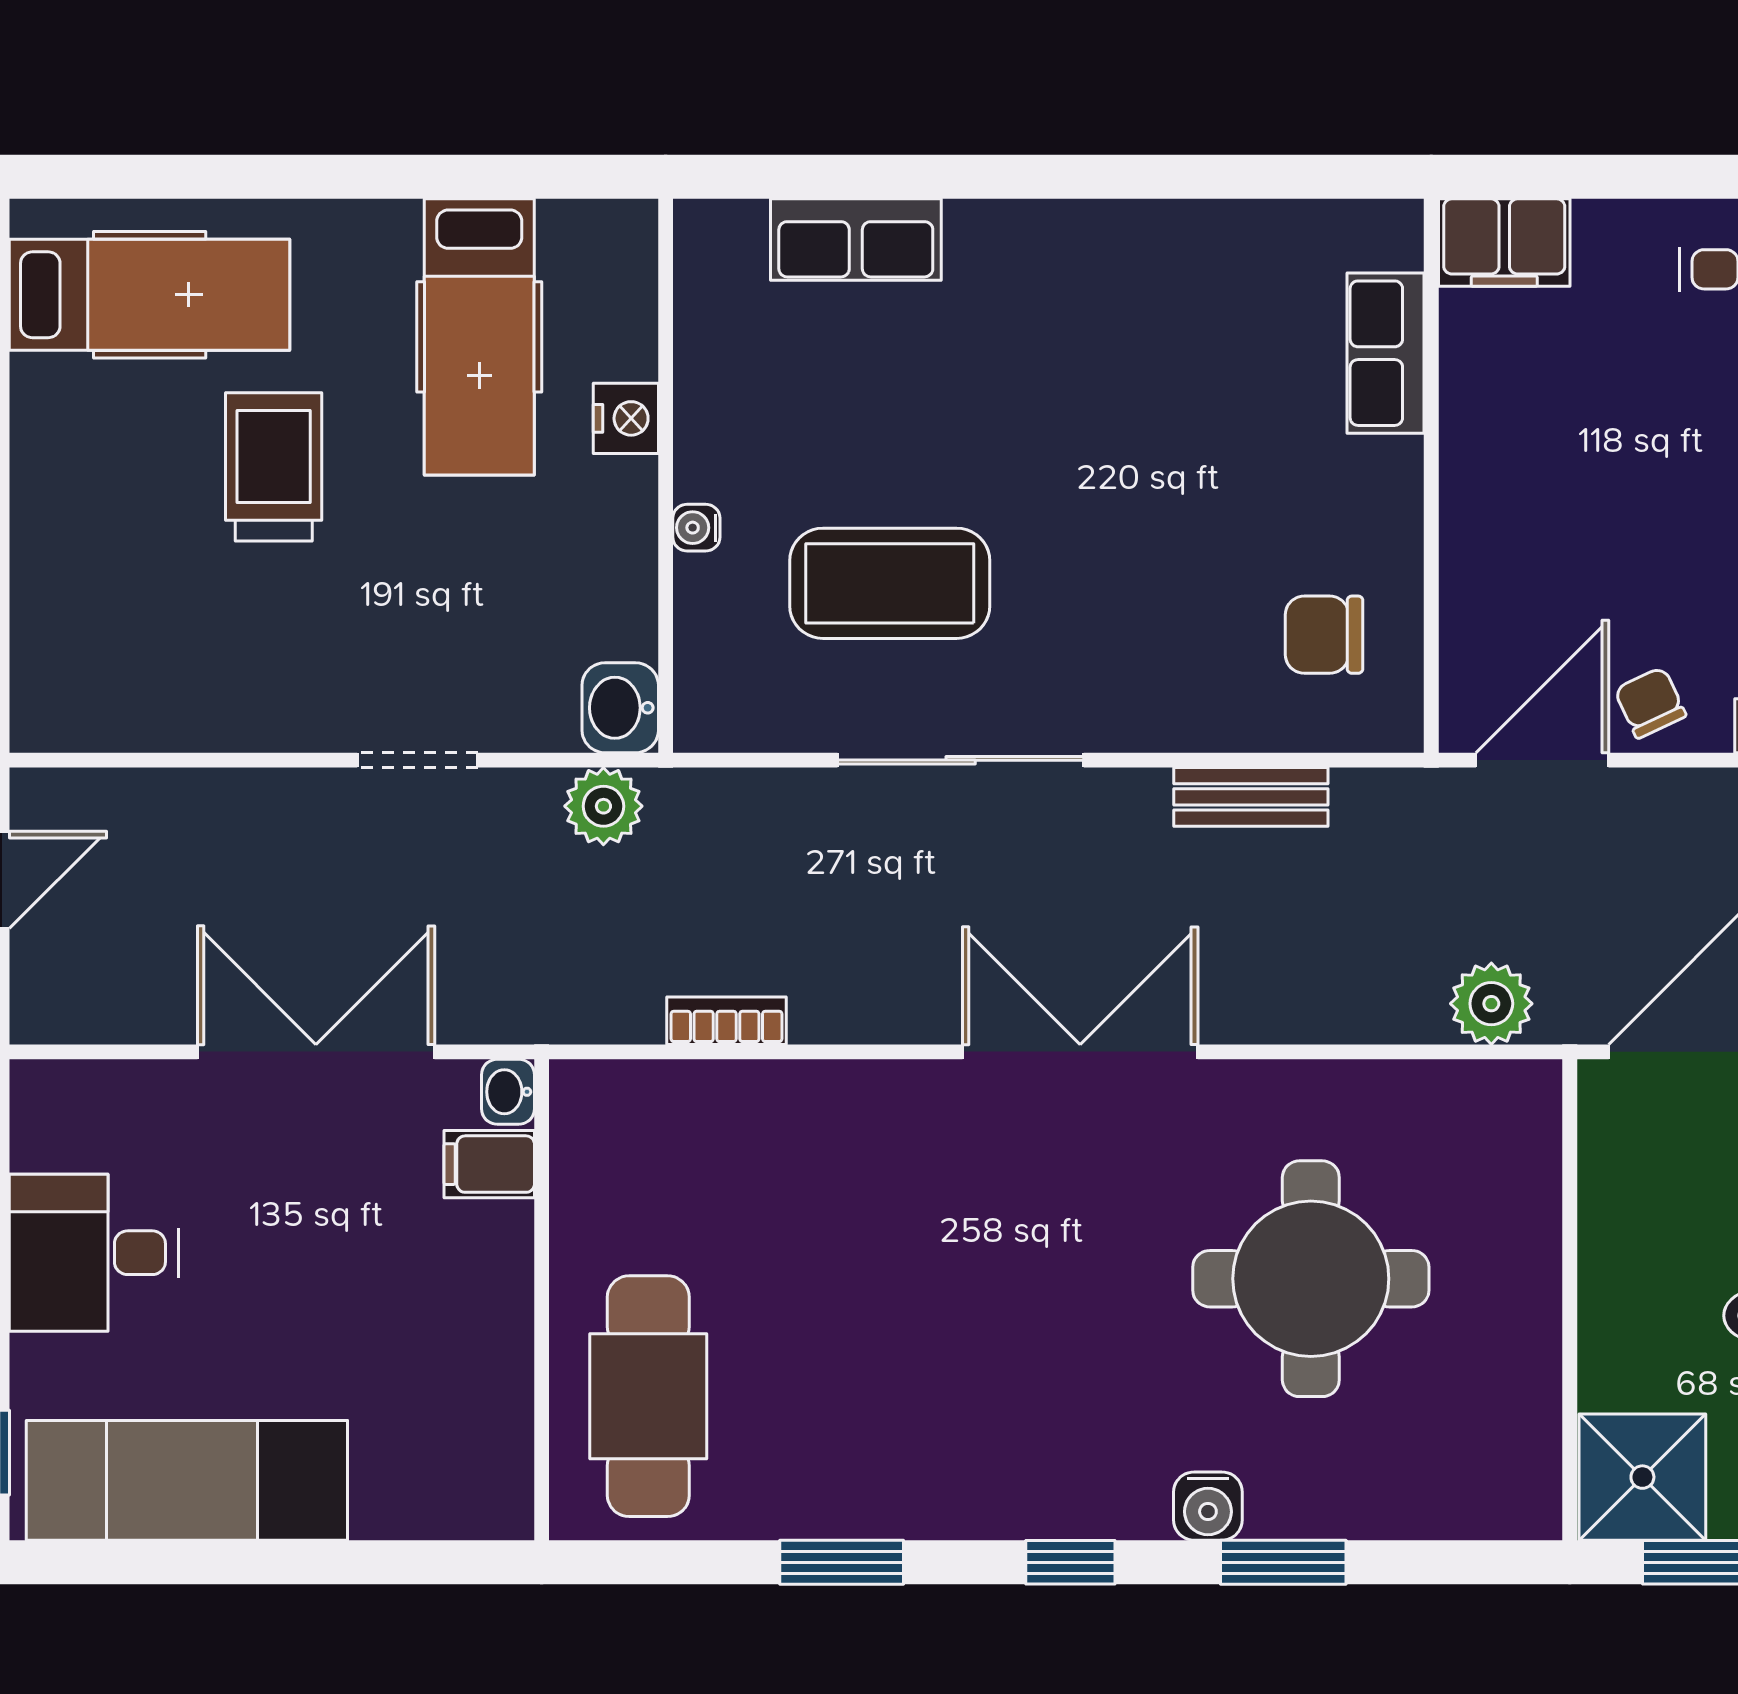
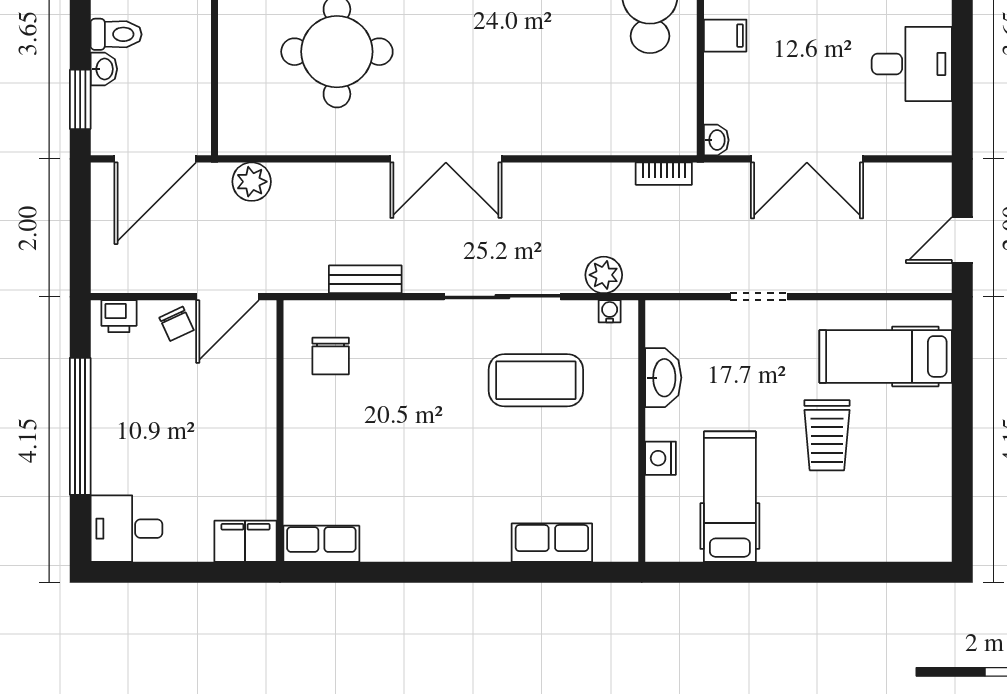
hospital bed: (150, 295) -> (886, 356), moved
row of seats: (1386, 353) -> (321, 544), moved, turned -90
water cooler: (696, 528) -> (610, 311), moved, turned -90
chair: (1324, 635) -> (331, 356), turned 90
washbasin: (620, 708) -> (663, 378), moved, width x1.38
plant: (603, 806) -> (604, 275), moved
bookcase: (727, 1021) -> (664, 174), moved
filing cabinet: (489, 1164) -> (725, 36), moved

